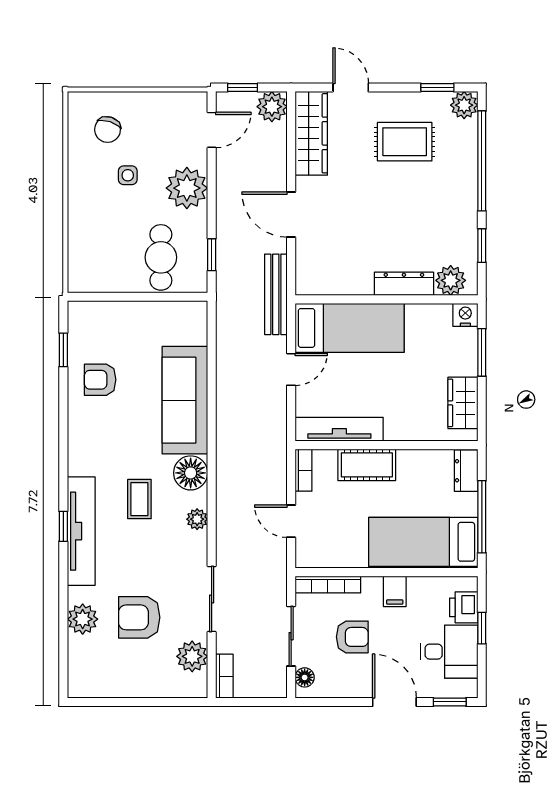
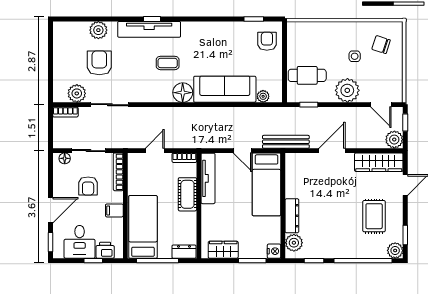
armchair: (100, 380) -> (267, 41), moved
plant: (197, 519) -> (263, 96), moved

